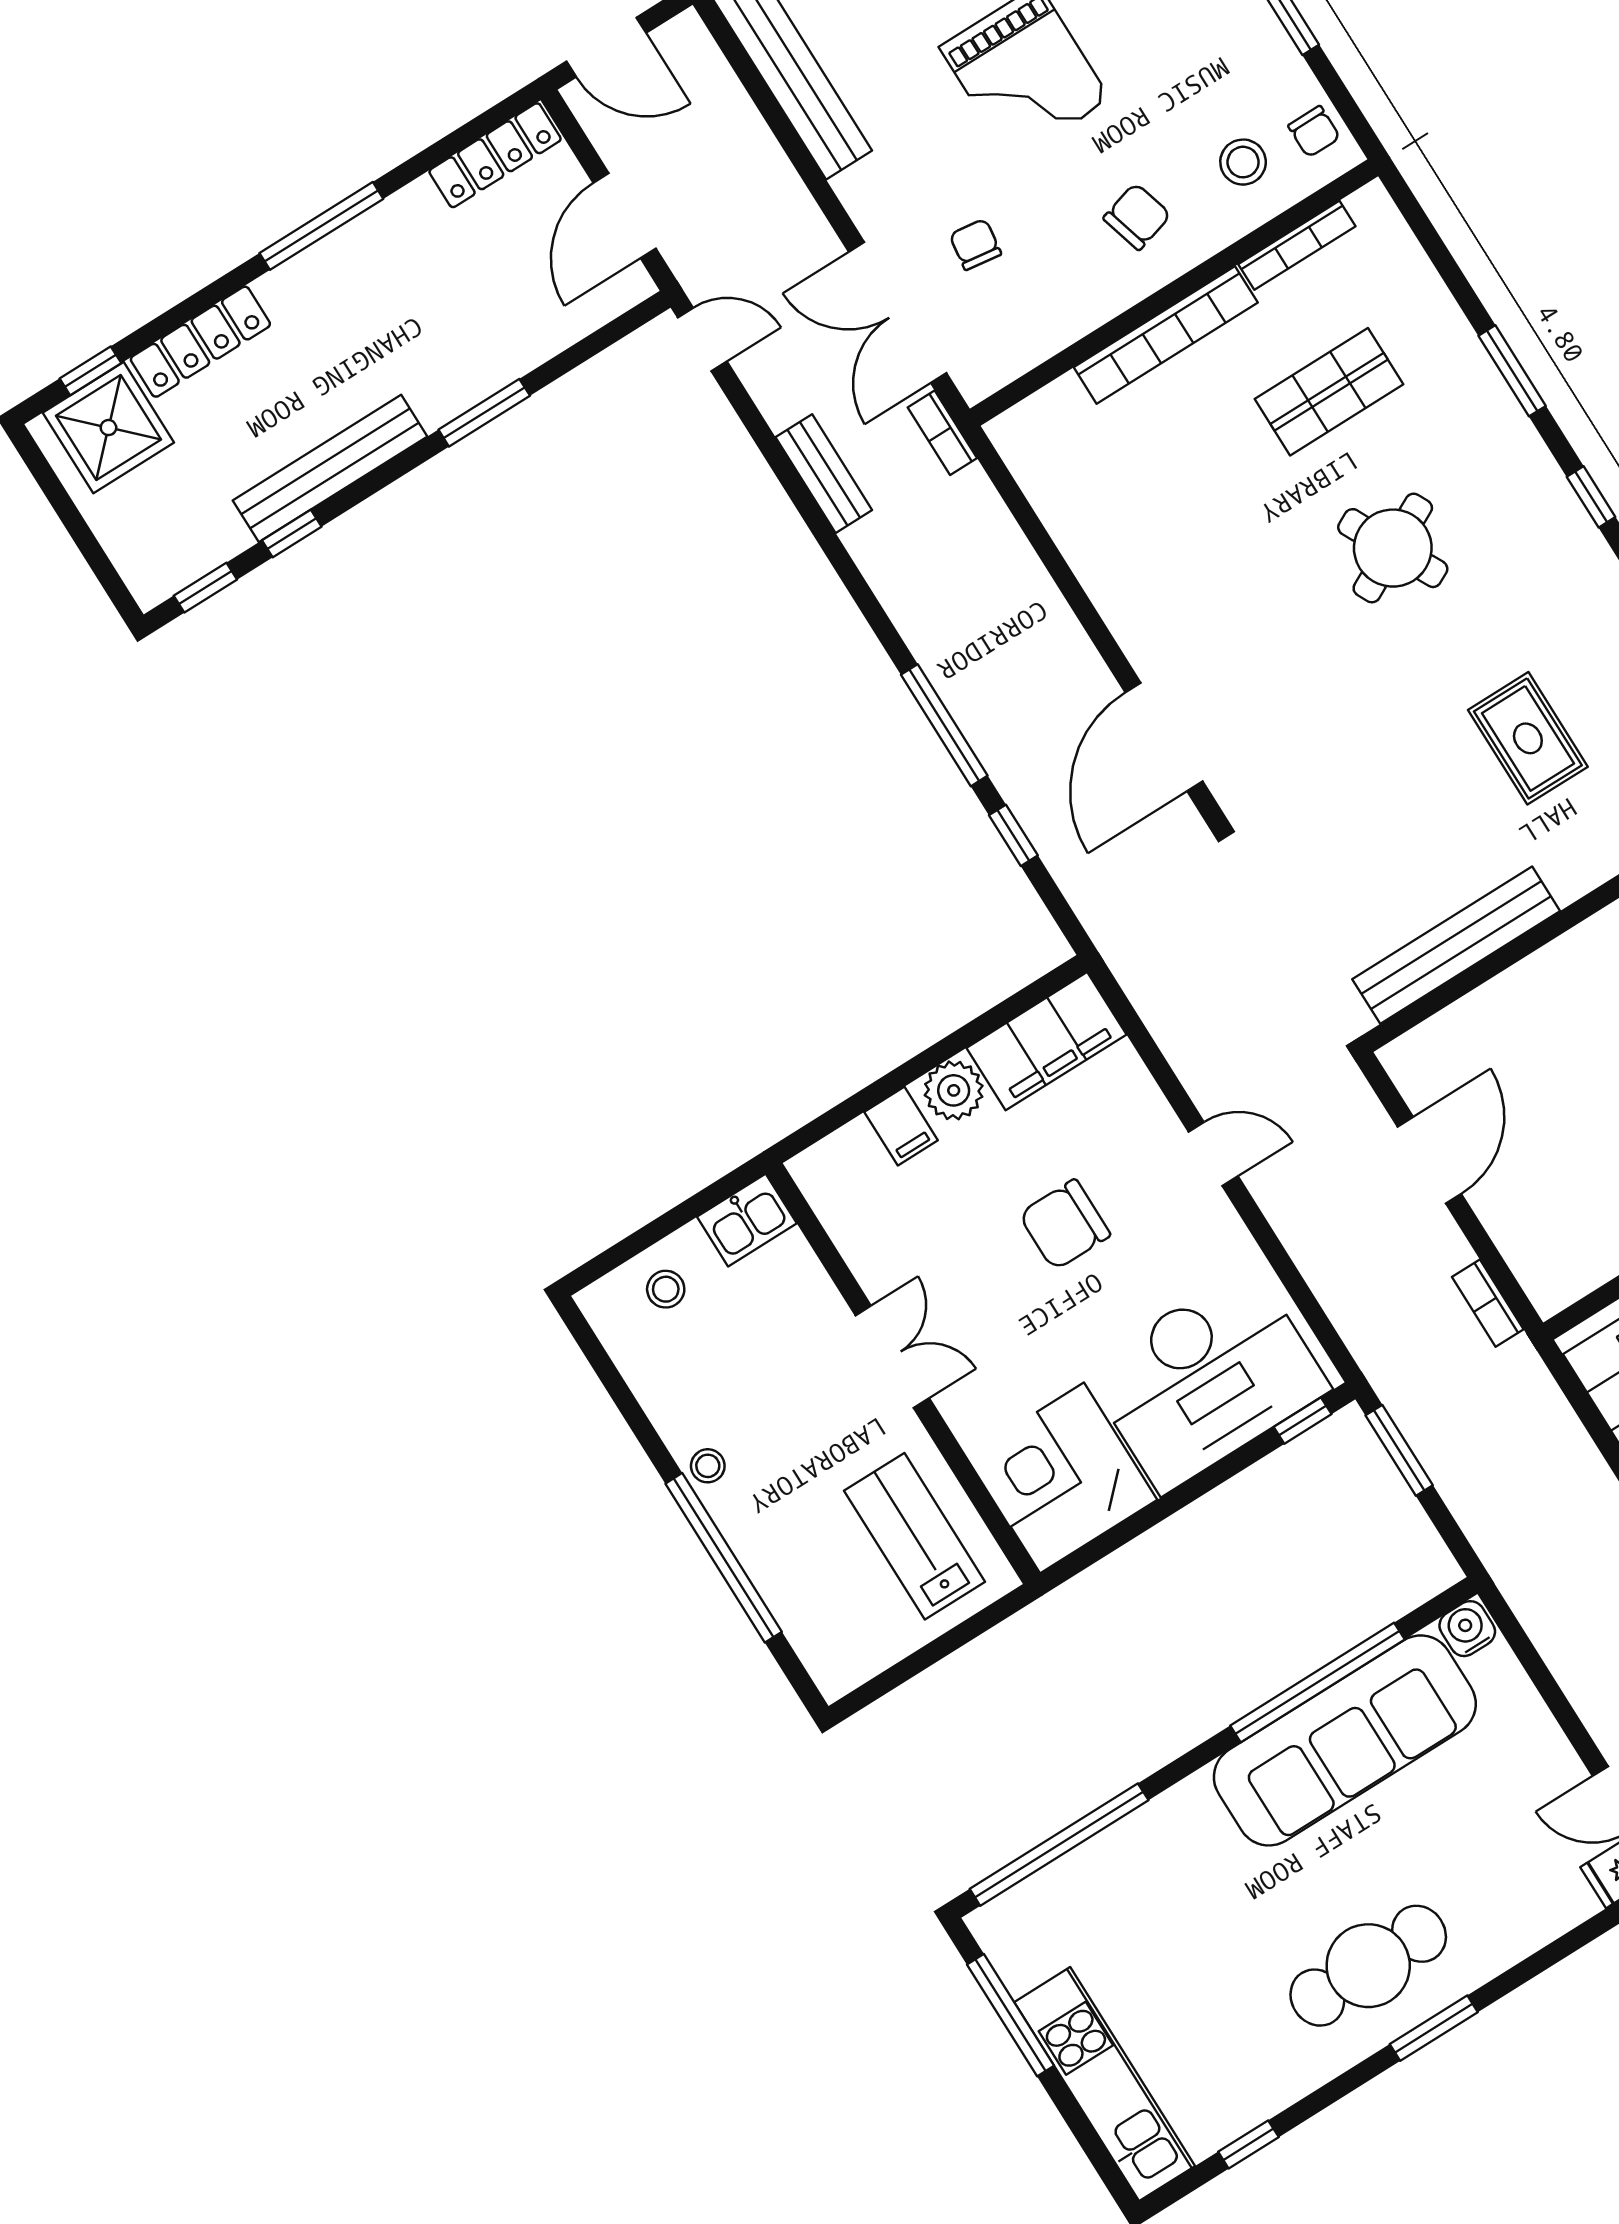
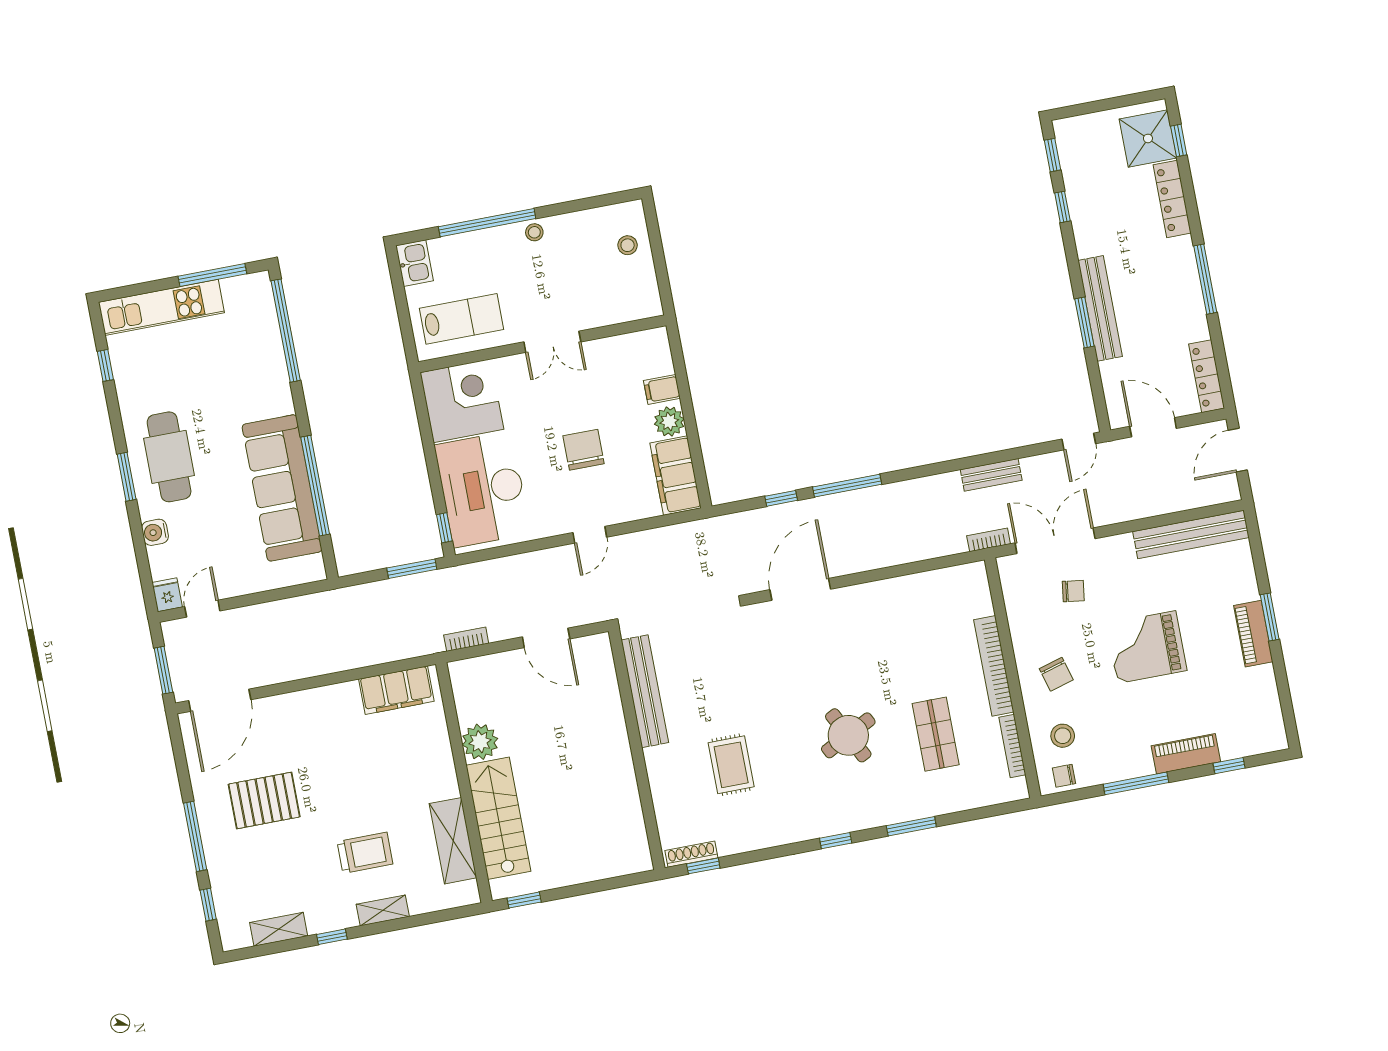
bench: (330, 468) -> (1100, 308), moved
door: (1164, 737) -> (800, 589), hinge flipped
rug: (1528, 738) -> (731, 765), turned 90
kitchen sink: (747, 1220) -> (415, 263), moved, turned 180
water cooler: (1467, 1629) -> (155, 532), moved, turned 180

